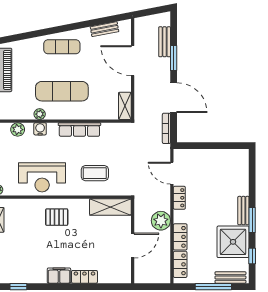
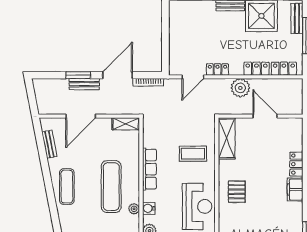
bench: (165, 42) -> (84, 84), moved
coffee table: (95, 173) -> (193, 154), turned 90

